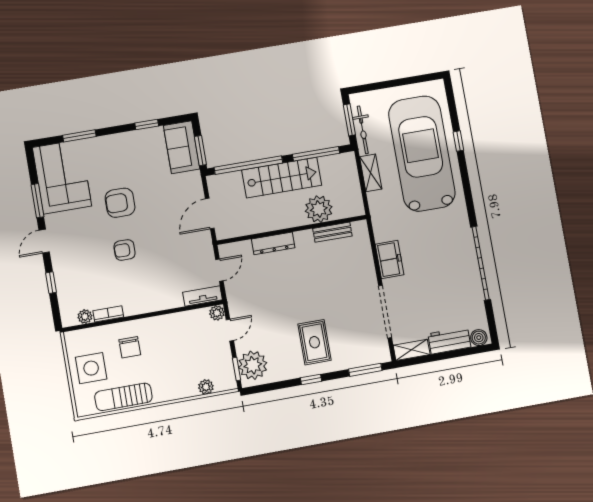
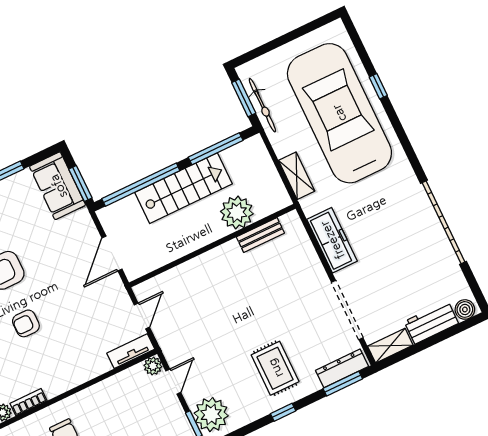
shelving: (371, 173) -> (297, 176), moved
dresser: (273, 243) -> (342, 368), moved, turned 180
freezer: (390, 259) -> (332, 240), width x1.40

